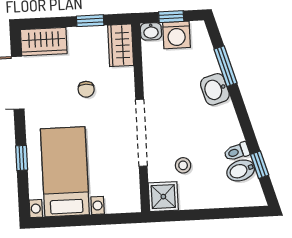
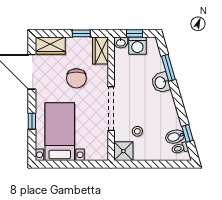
chair: (86, 89) -> (76, 78), width x1.87, depth x1.87
toilet: (237, 152) -> (180, 148), moved

